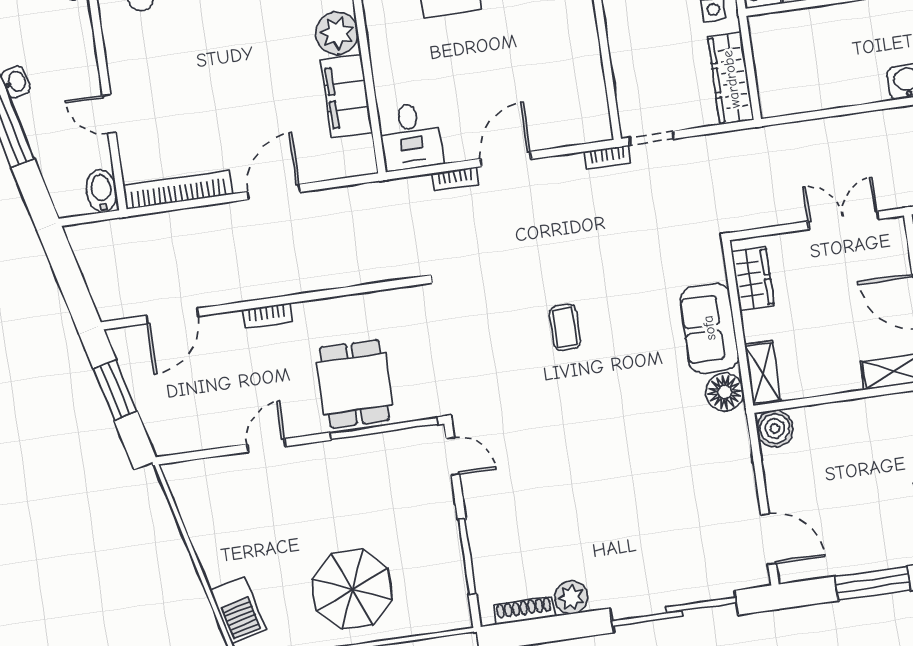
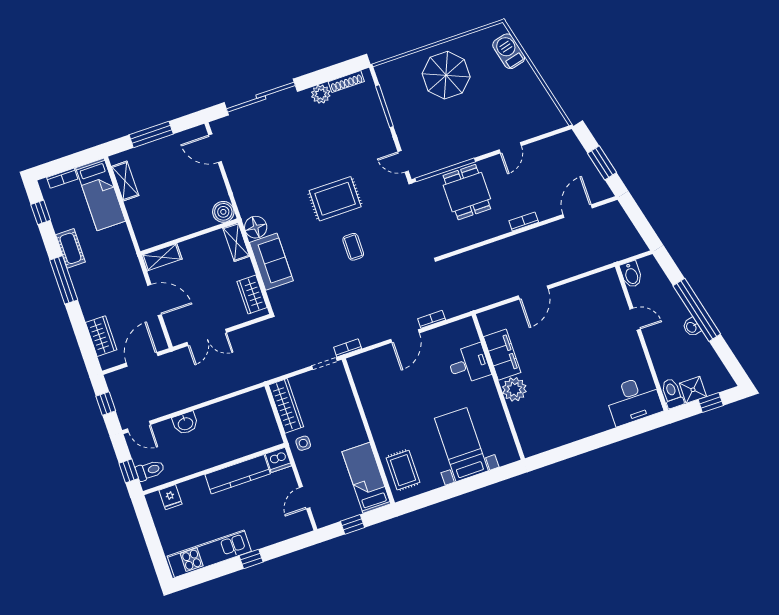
desk: (410, 137) -> (469, 364), moved, turned 90
bookcase: (178, 190) -> (588, 283), removed
rug: (580, 415) -> (335, 199), added

